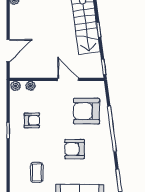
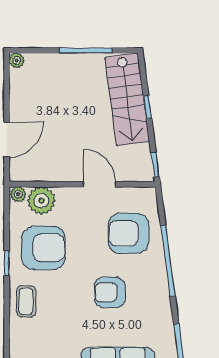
plant: (30, 86) -> (41, 201), width x1.87, depth x1.87
armchair: (32, 120) -> (43, 248), width x1.88, depth x1.88
coffee table: (37, 172) -> (26, 301), moved

